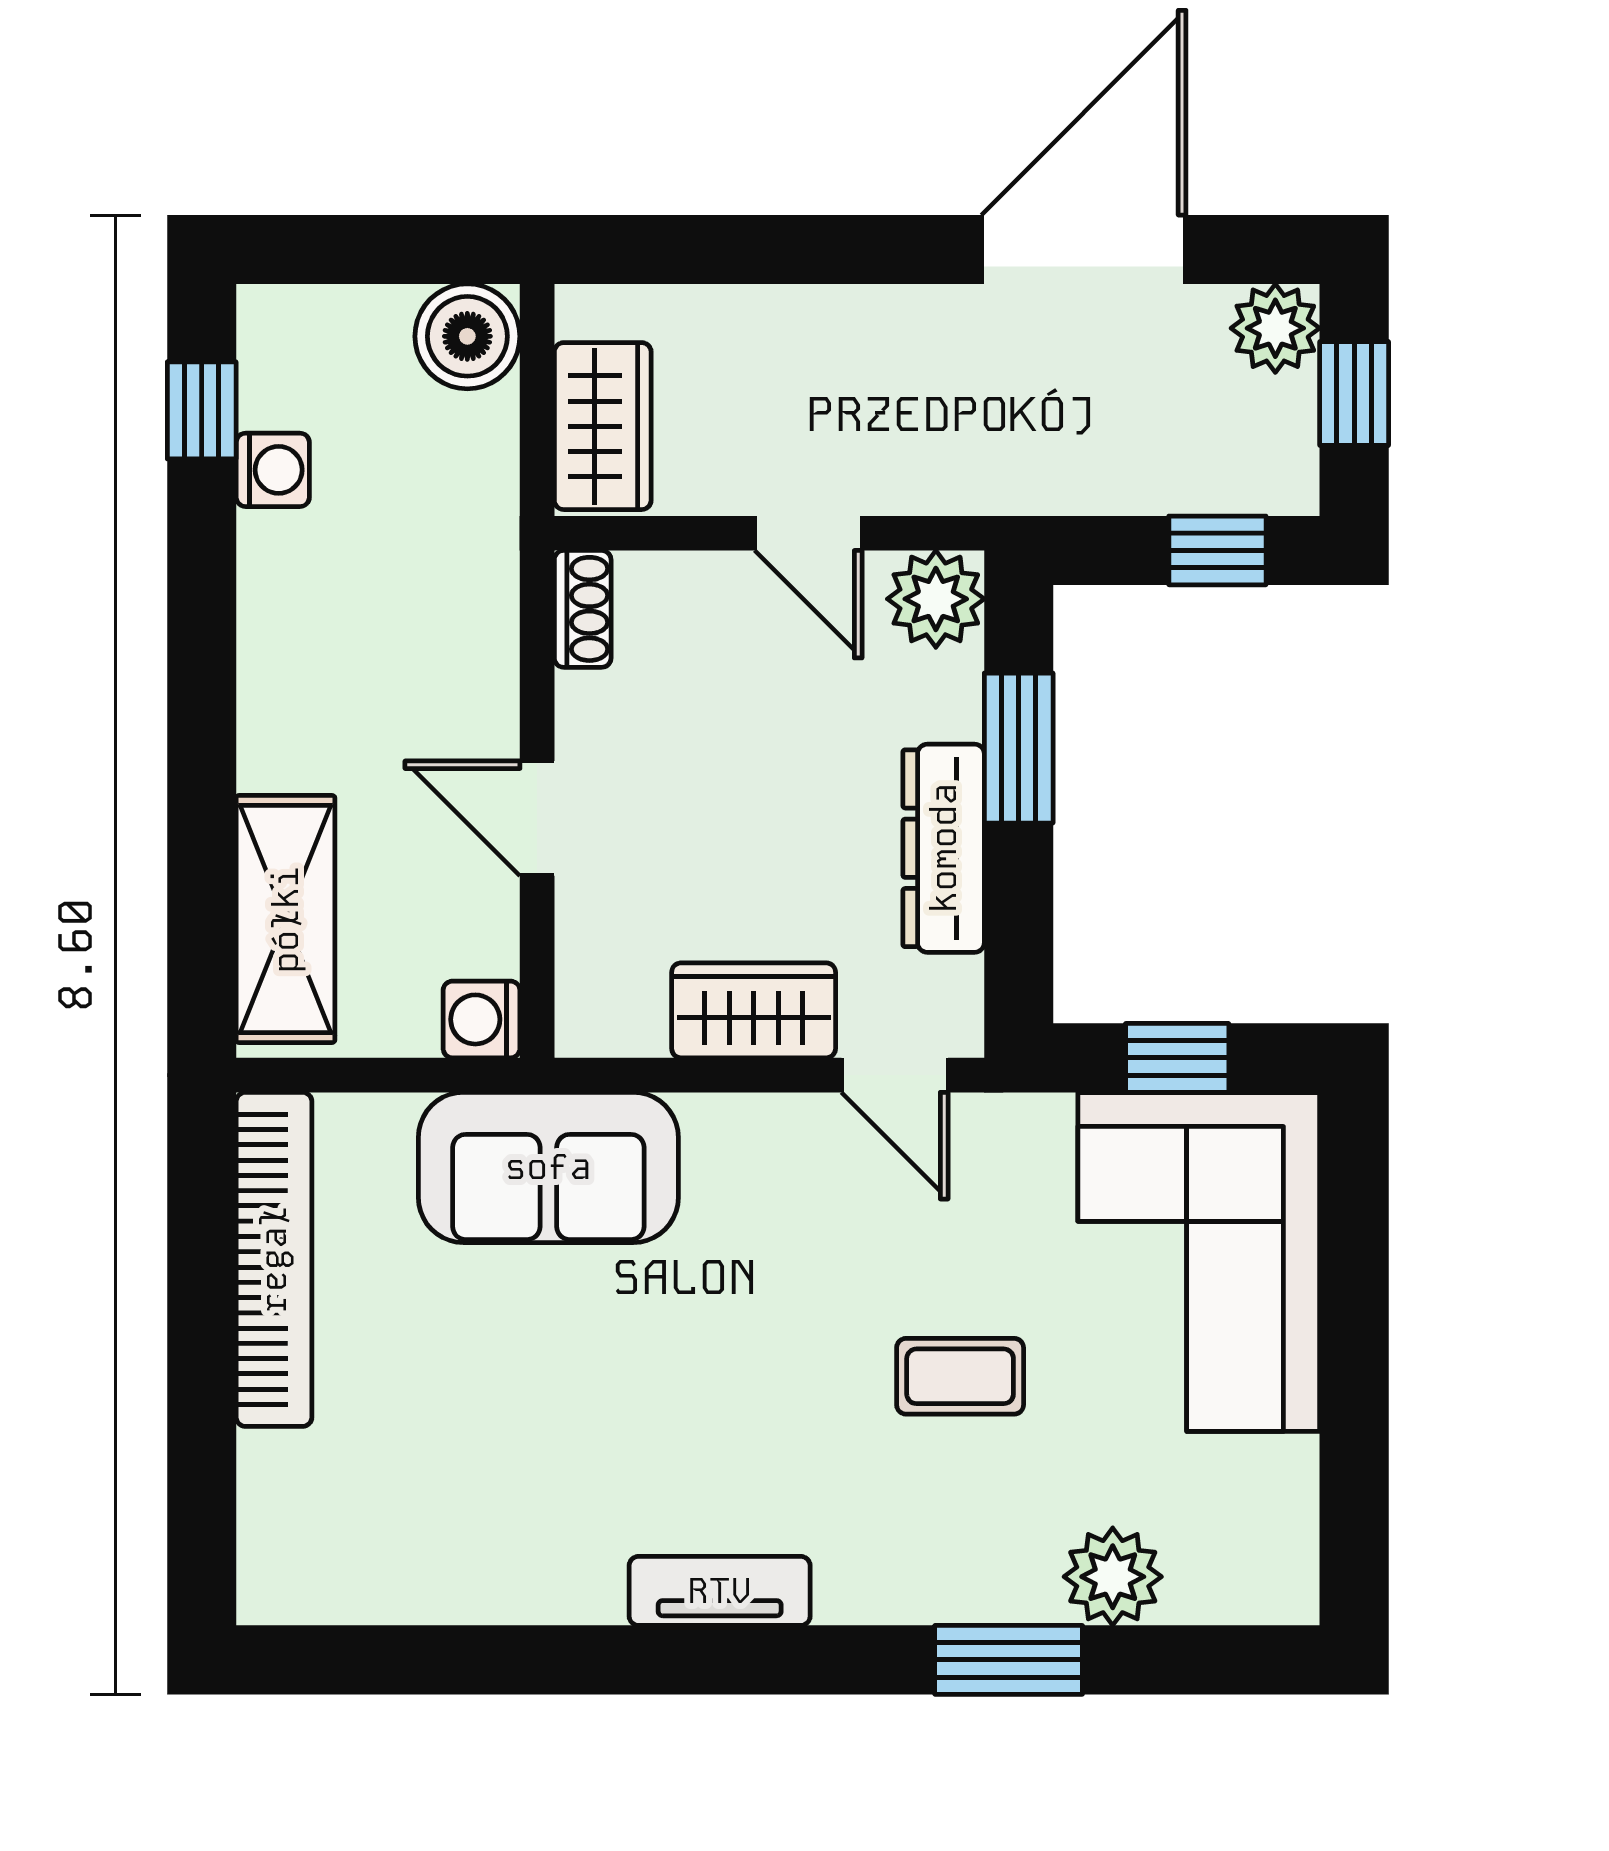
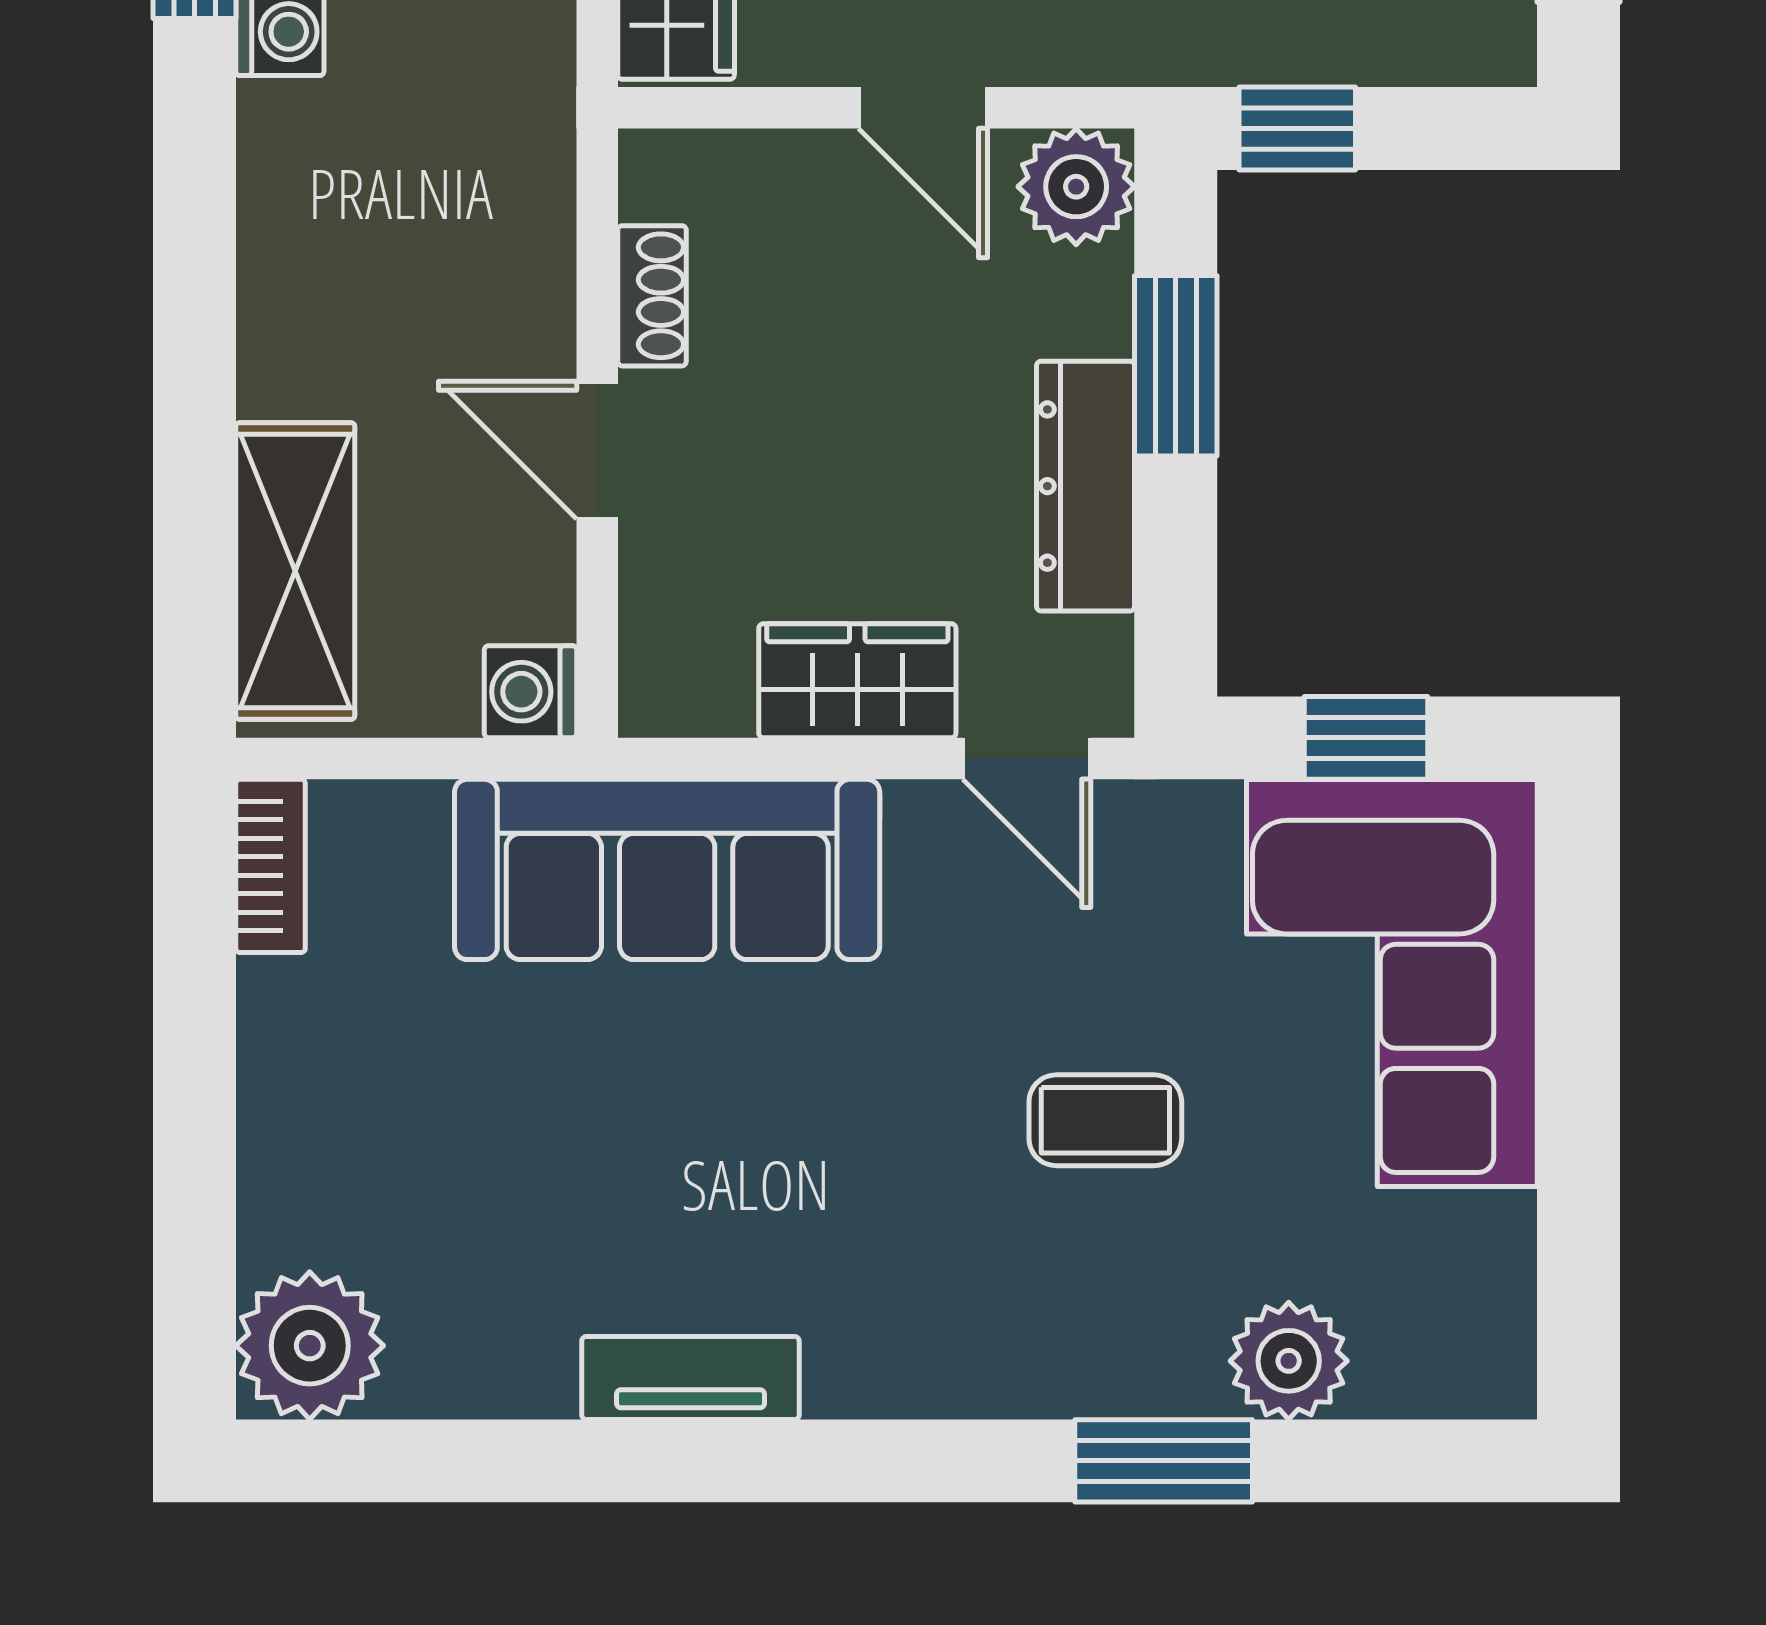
window: (1217, 550) -> (1297, 128), moved
shoe rack: (583, 609) -> (652, 296), moved
sofa: (548, 1167) -> (667, 869), width x1.36
bookcase: (274, 1259) -> (271, 866), width x0.43, depth x0.76
plant: (298, 1564) -> (310, 1346), added
tv unit: (720, 1591) -> (690, 1378), moved

